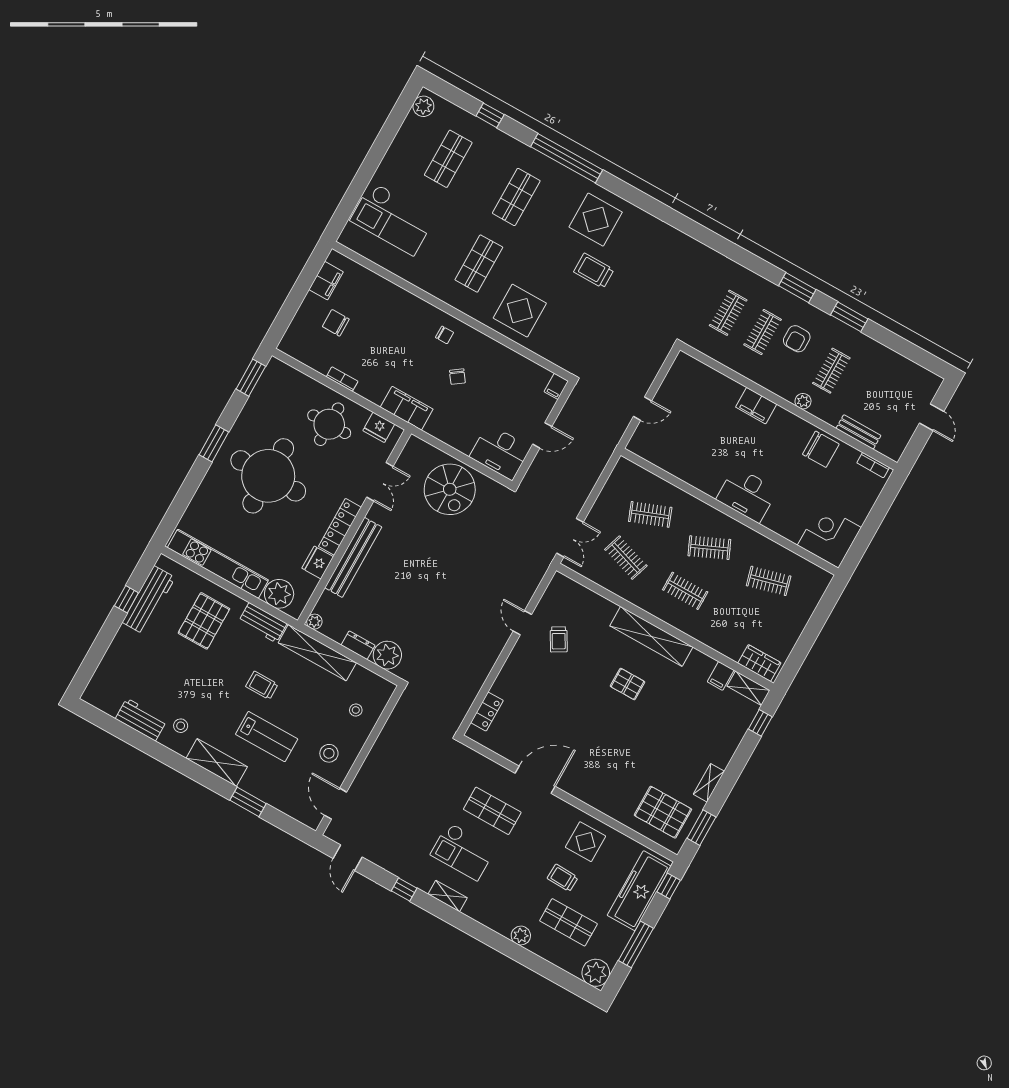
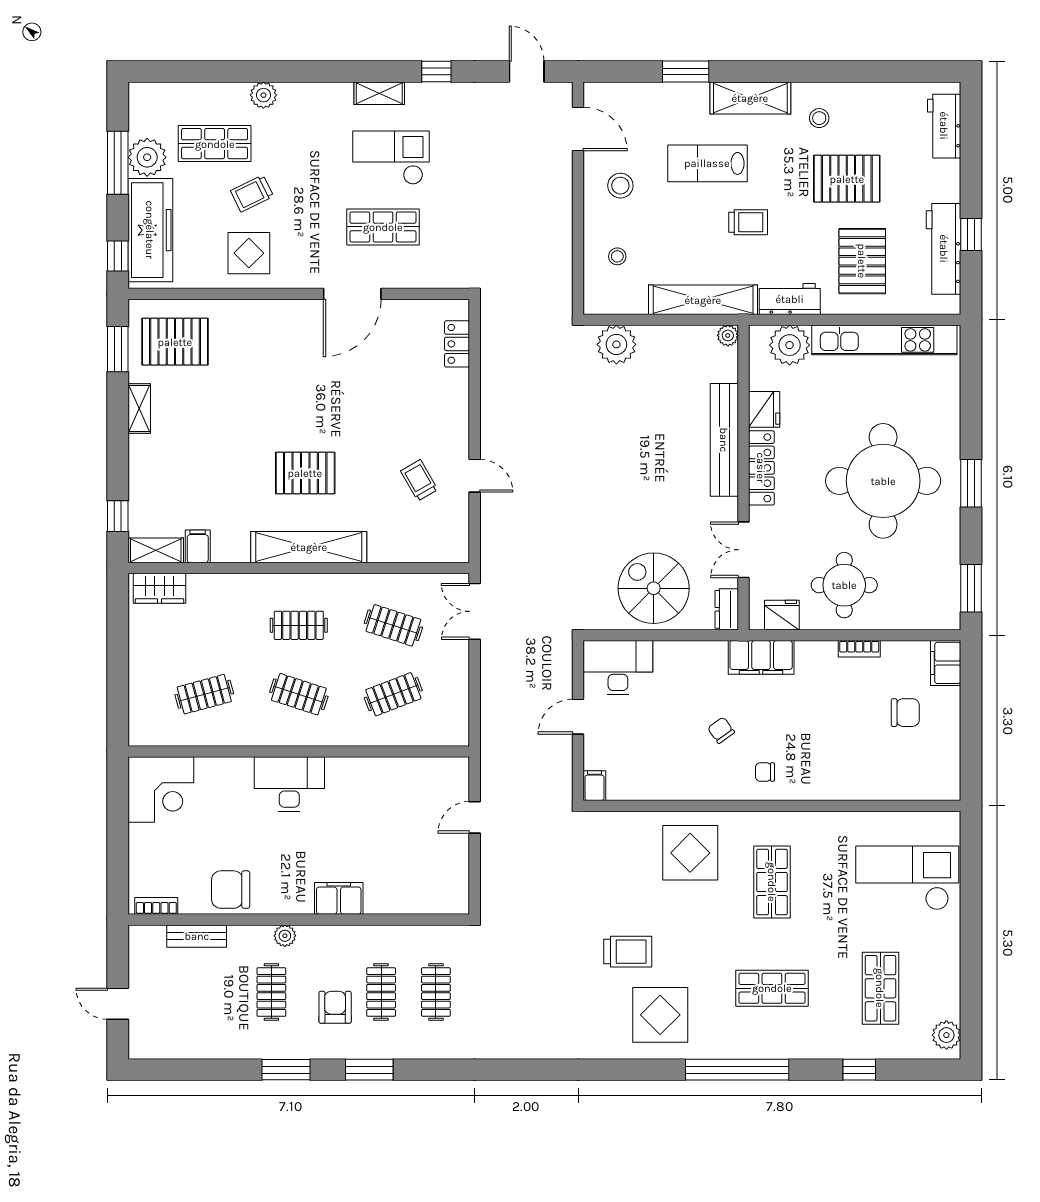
shop shelf: (516, 197) -> (772, 988), turned 90
filing cabinet: (326, 281) -> (946, 663), moved
clothes rail: (709, 548) -> (299, 694), turned 42
dresser: (358, 645) -> (727, 609), moved, turned 90
pallet: (185, 678) -> (847, 179), added
pallet: (628, 684) -> (305, 473), width x1.50, depth x1.42
workbench: (141, 720) -> (944, 126), moved, turned 90
trolley: (563, 878) -> (252, 193), turned 152
plant: (596, 973) -> (147, 157), moved

